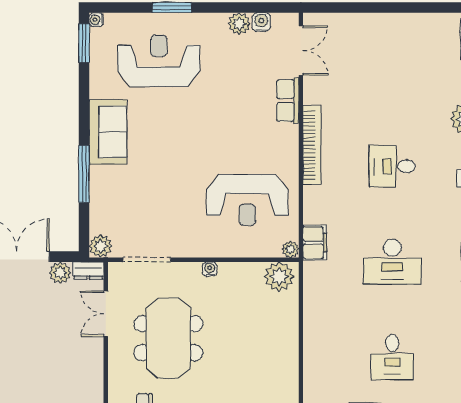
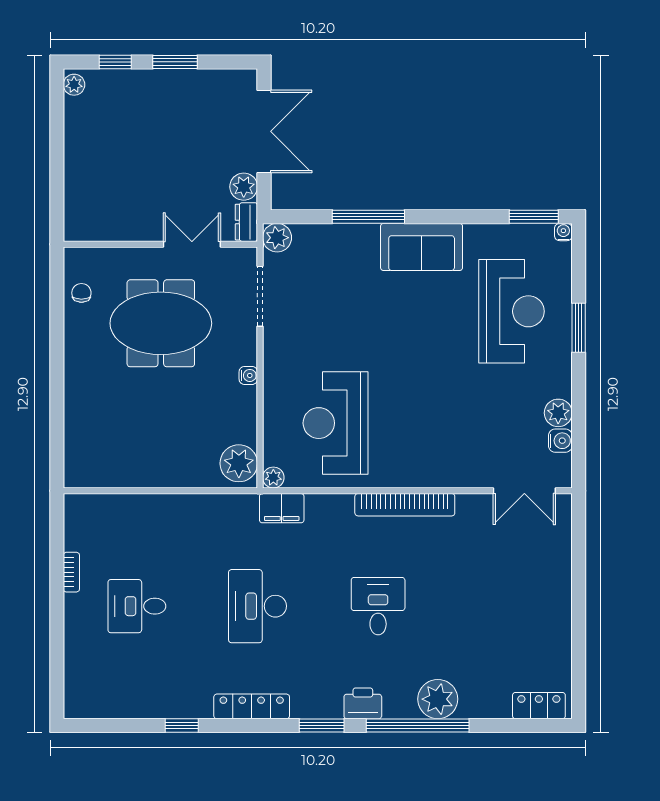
row of seats: (288, 101) -> (461, 474), removed

